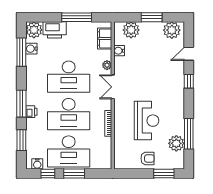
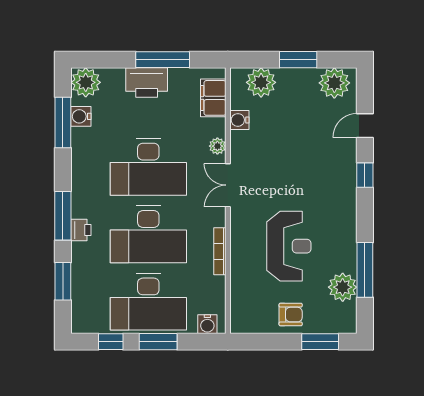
printer: (55, 30) -> (147, 82), moved
water cooler: (37, 164) -> (207, 324), moved

